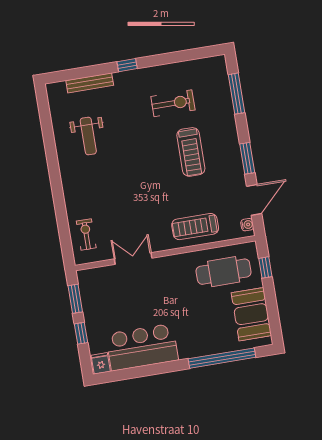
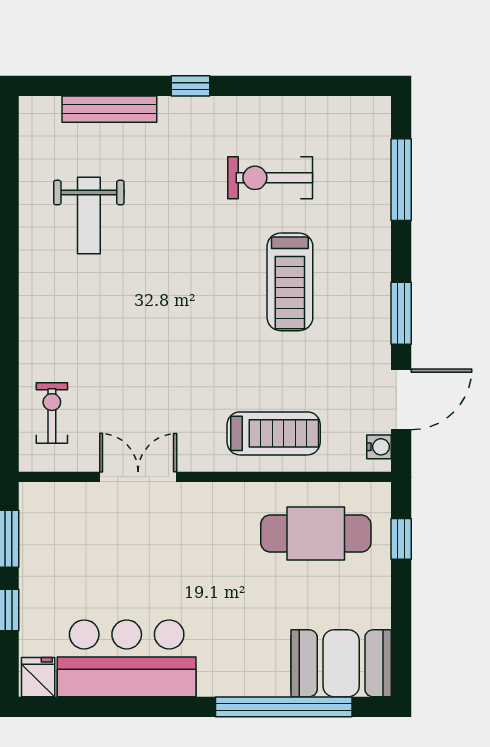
exercise bike: (173, 103) -> (270, 178), turned 180
treadmill: (195, 227) -> (274, 433), turned 180
booth: (251, 314) -> (341, 663), moved, turned 90

